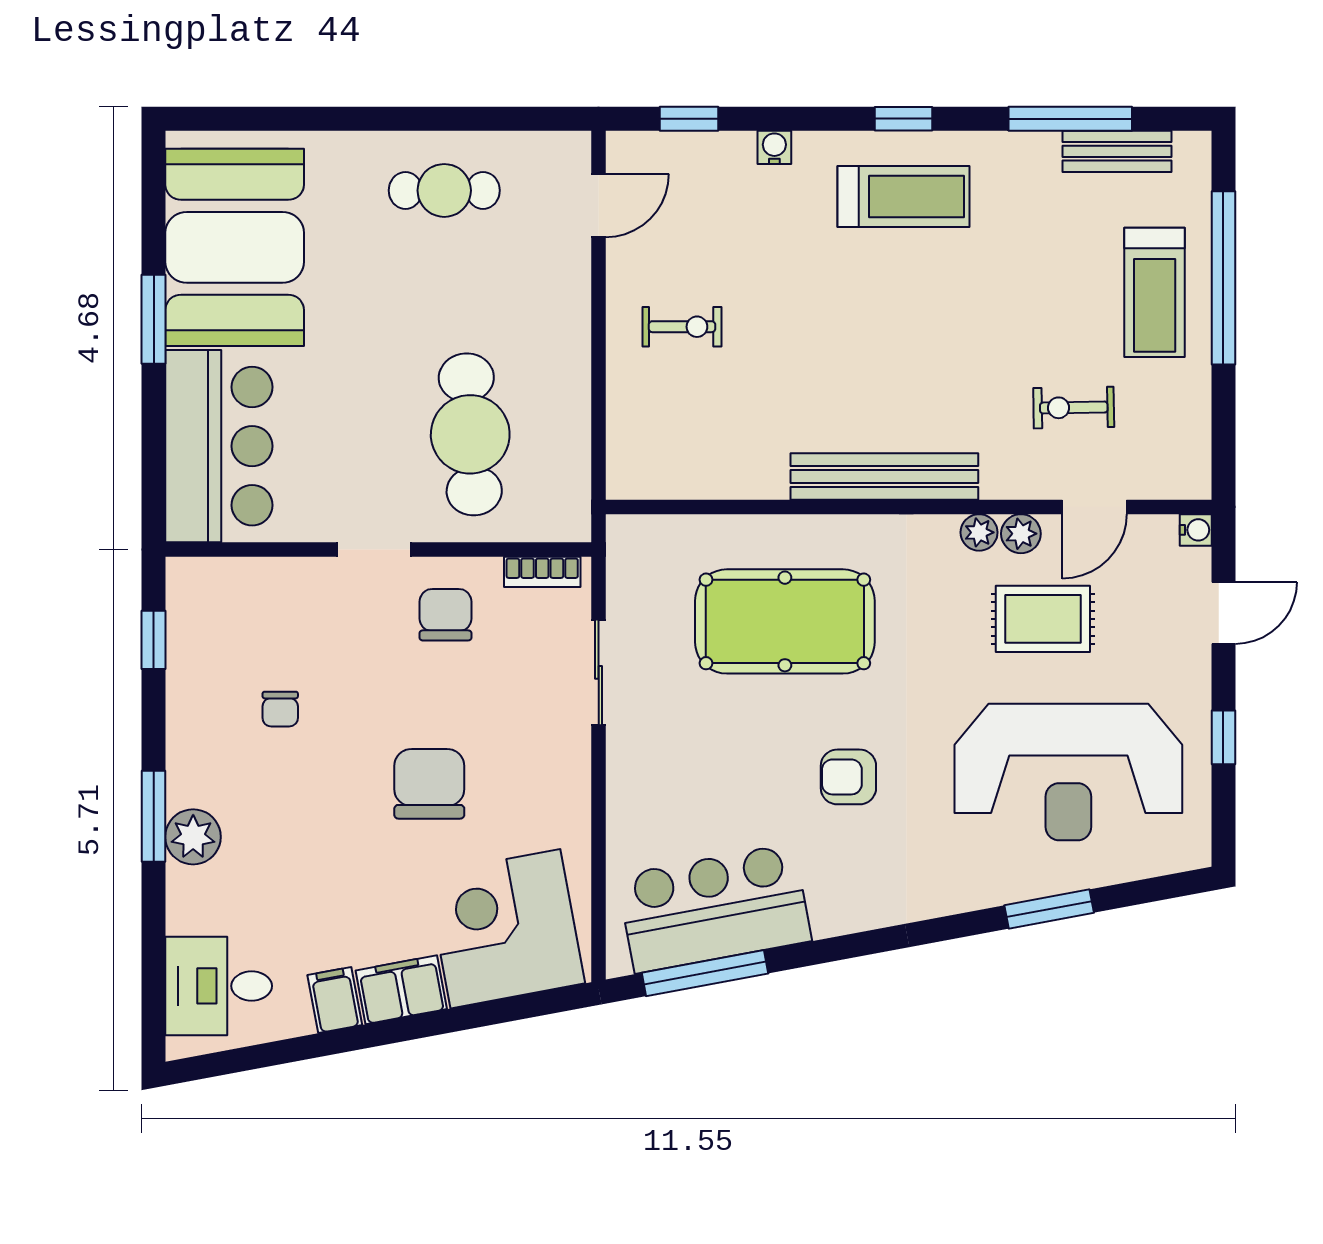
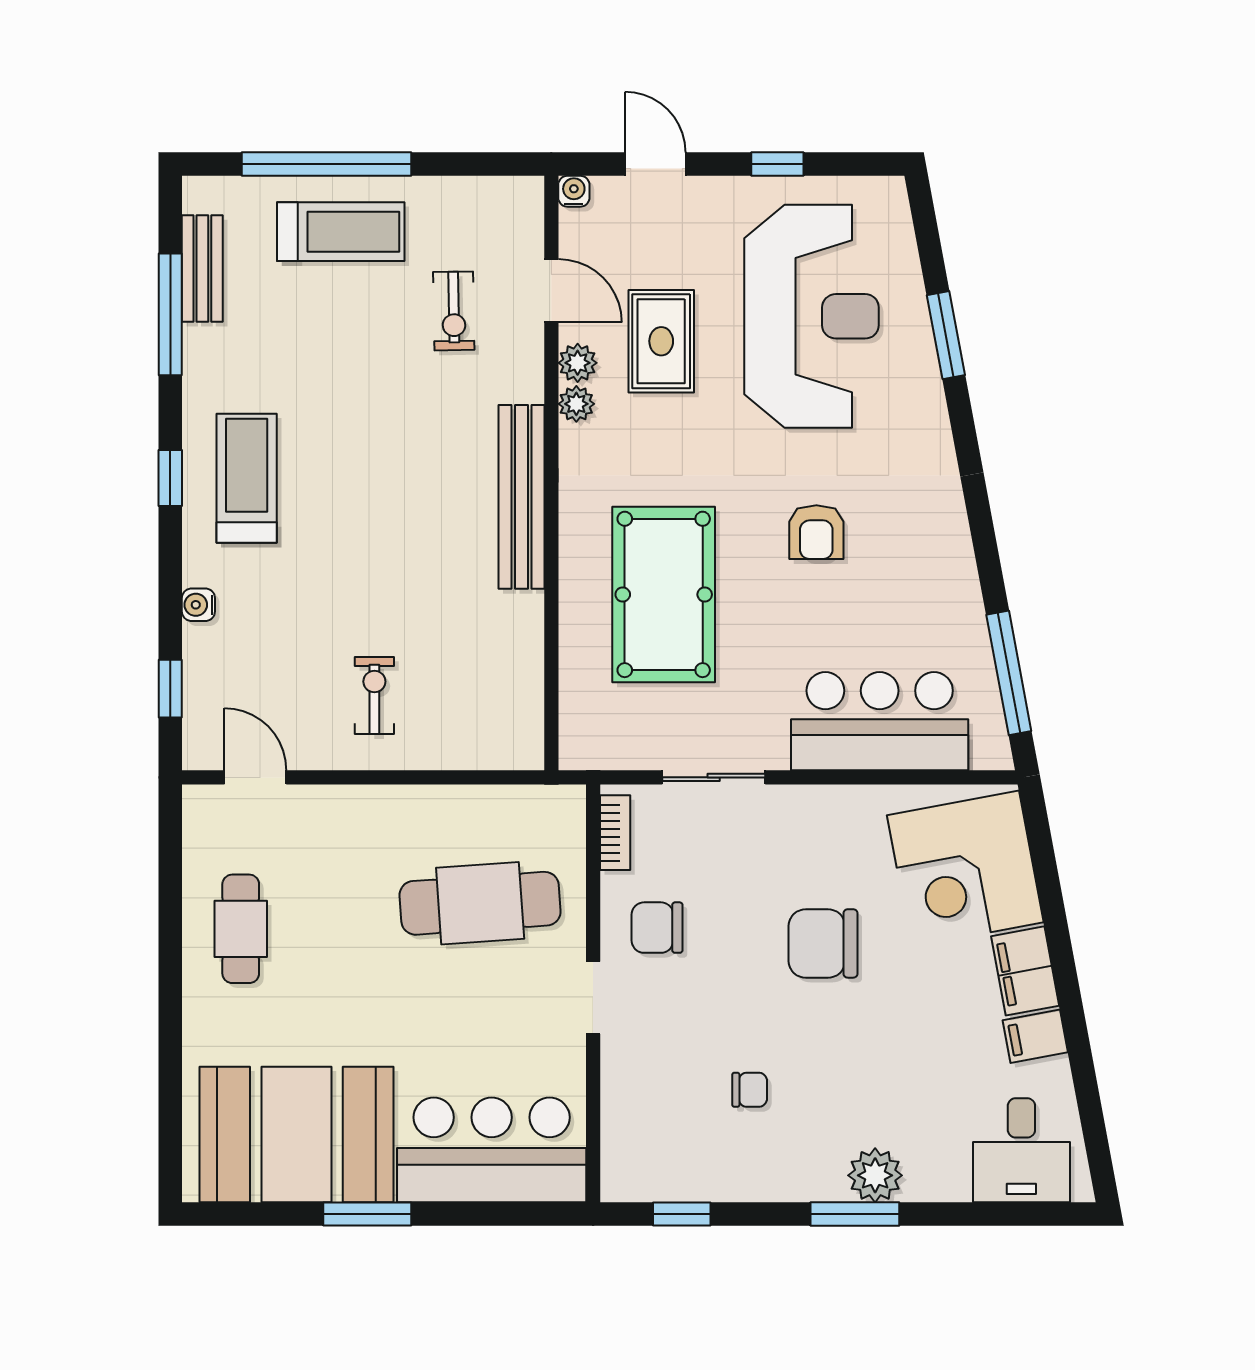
bar counter: (714, 908) -> (880, 721), moved, turned 101

